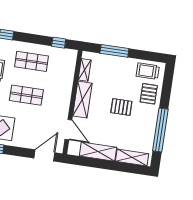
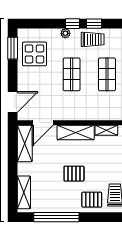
pallet: (121, 107) -> (74, 174), turned 90
shelving: (98, 152) -> (25, 144), moved
door: (44, 155) -> (13, 102), hinge flipped

